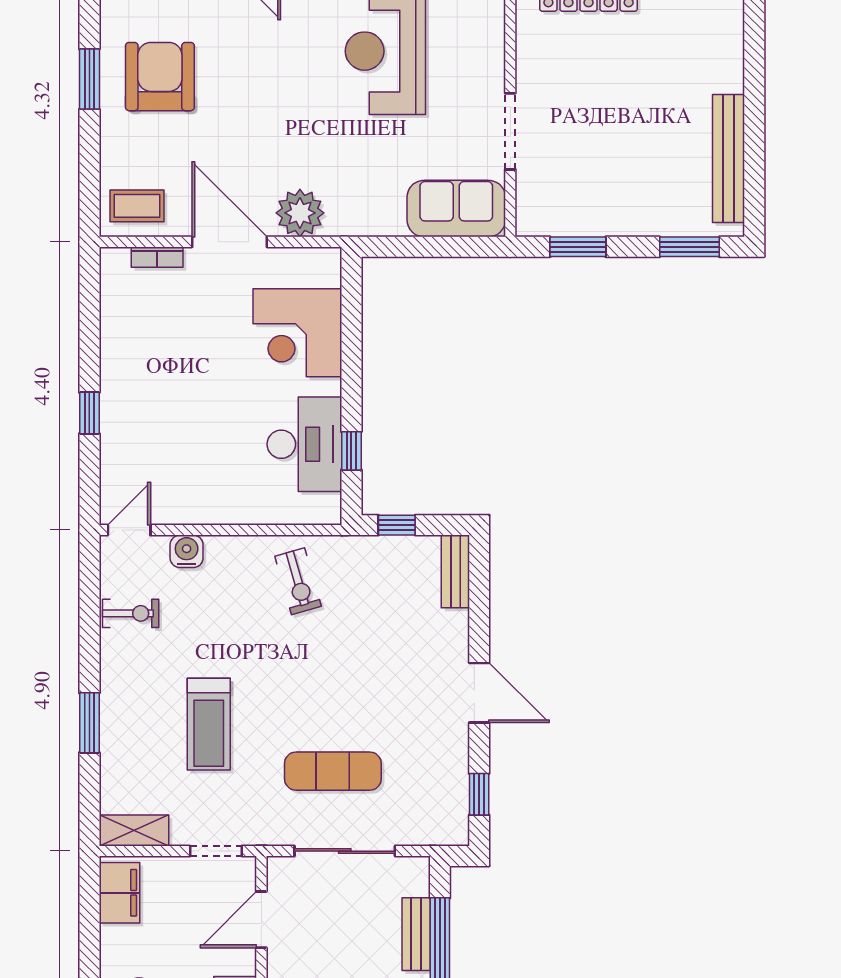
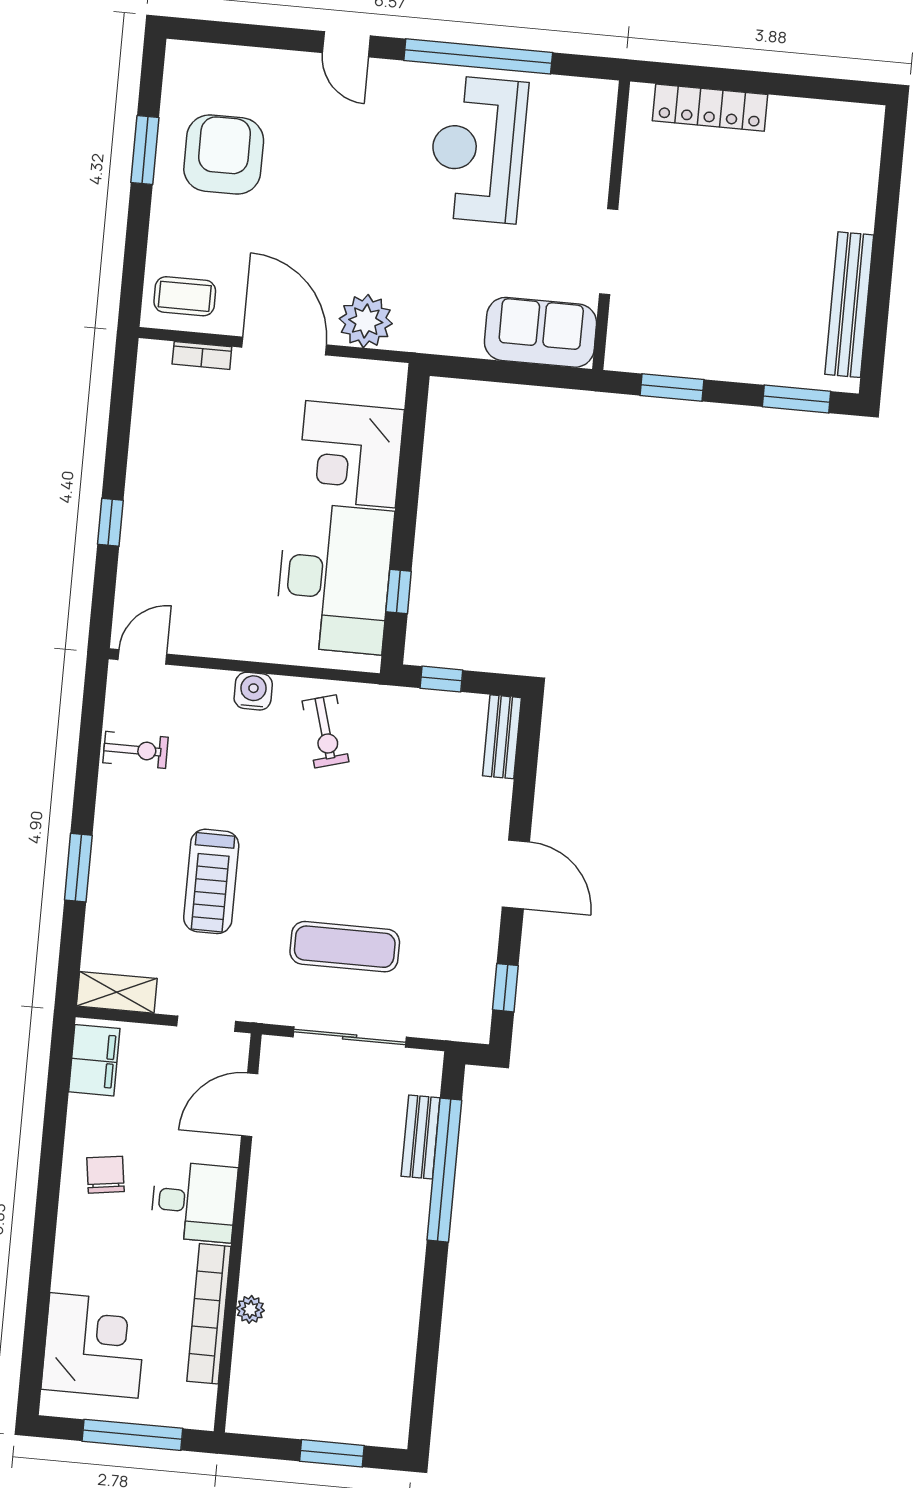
desk: (304, 444) -> (334, 578), width x1.36, depth x1.30
water cooler: (187, 551) -> (253, 691), moved

